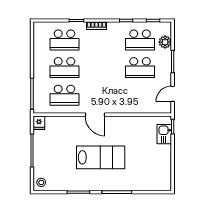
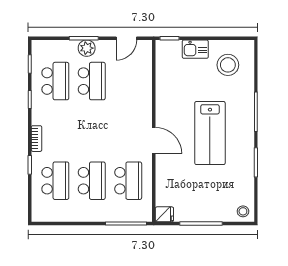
plant: (165, 42) -> (87, 48), moved
door: (173, 94) -> (126, 38), hinge flipped
door: (95, 115) -> (154, 140), hinge flipped
kitchen sink: (164, 134) -> (195, 49), moved
lab bench: (101, 157) -> (210, 133), turned 180
stool: (152, 171) -> (228, 65), added

